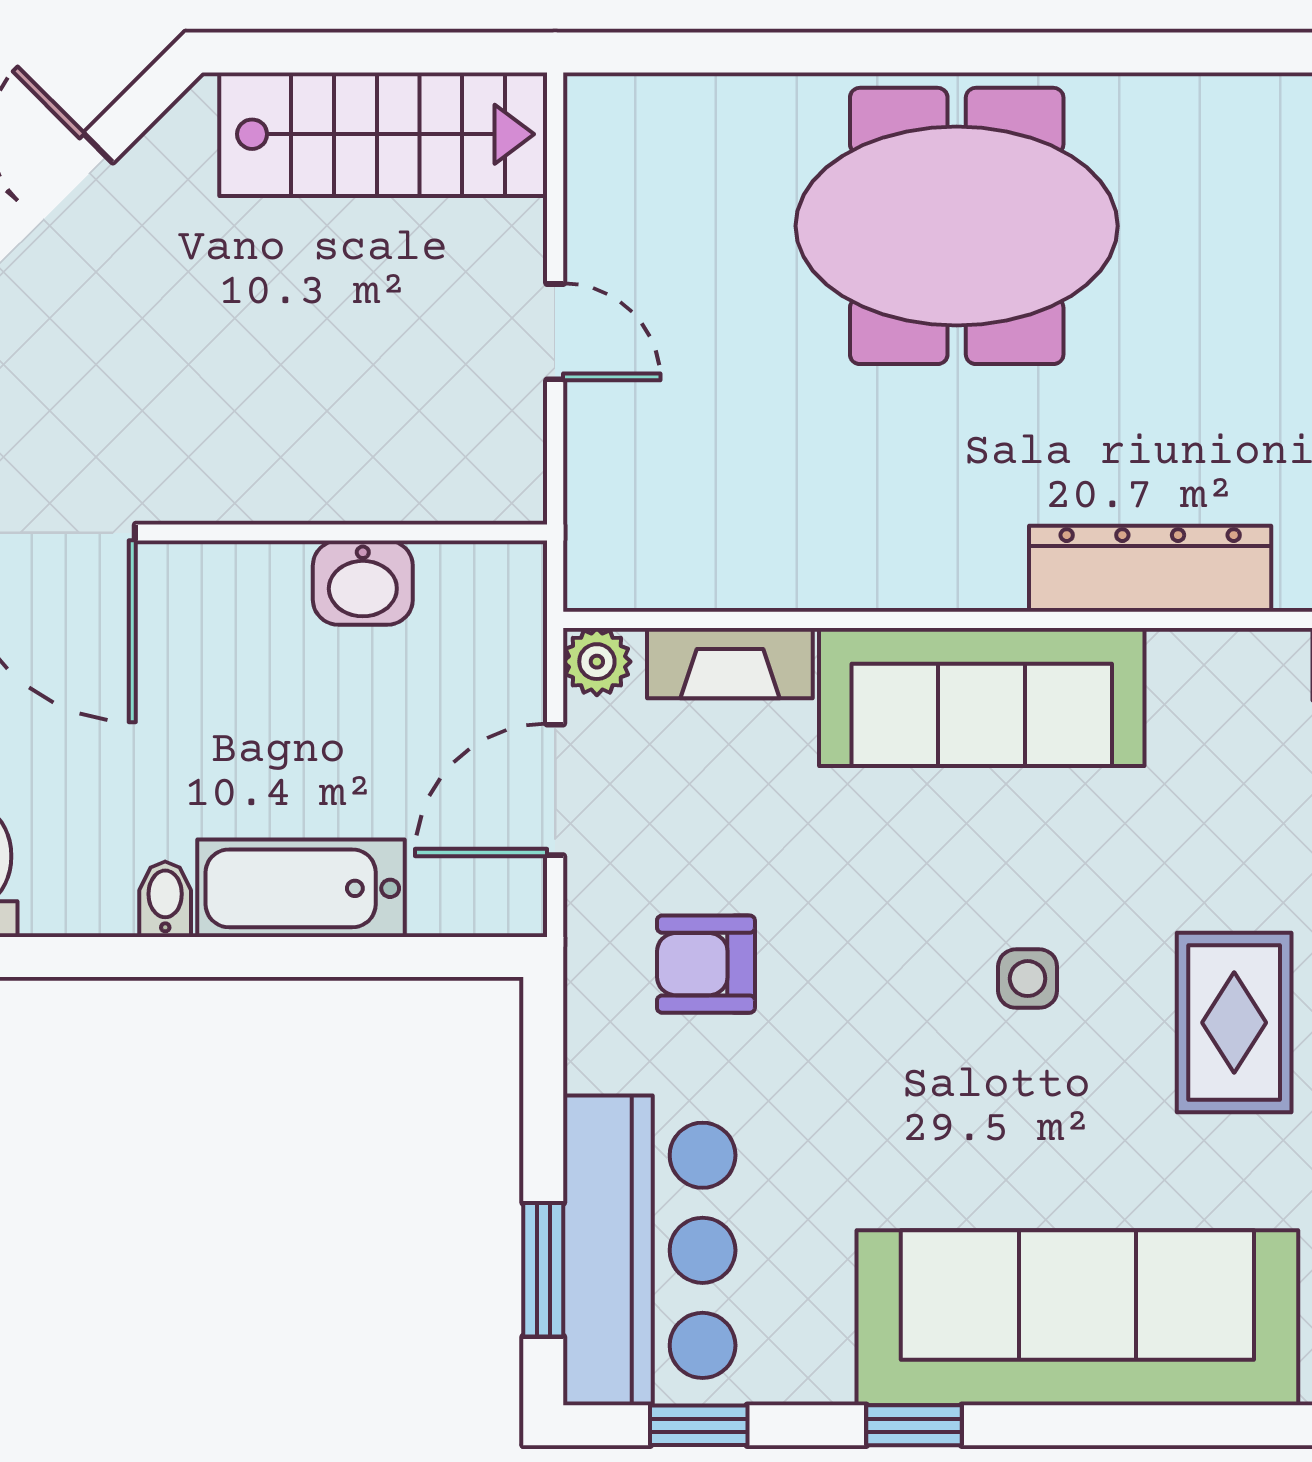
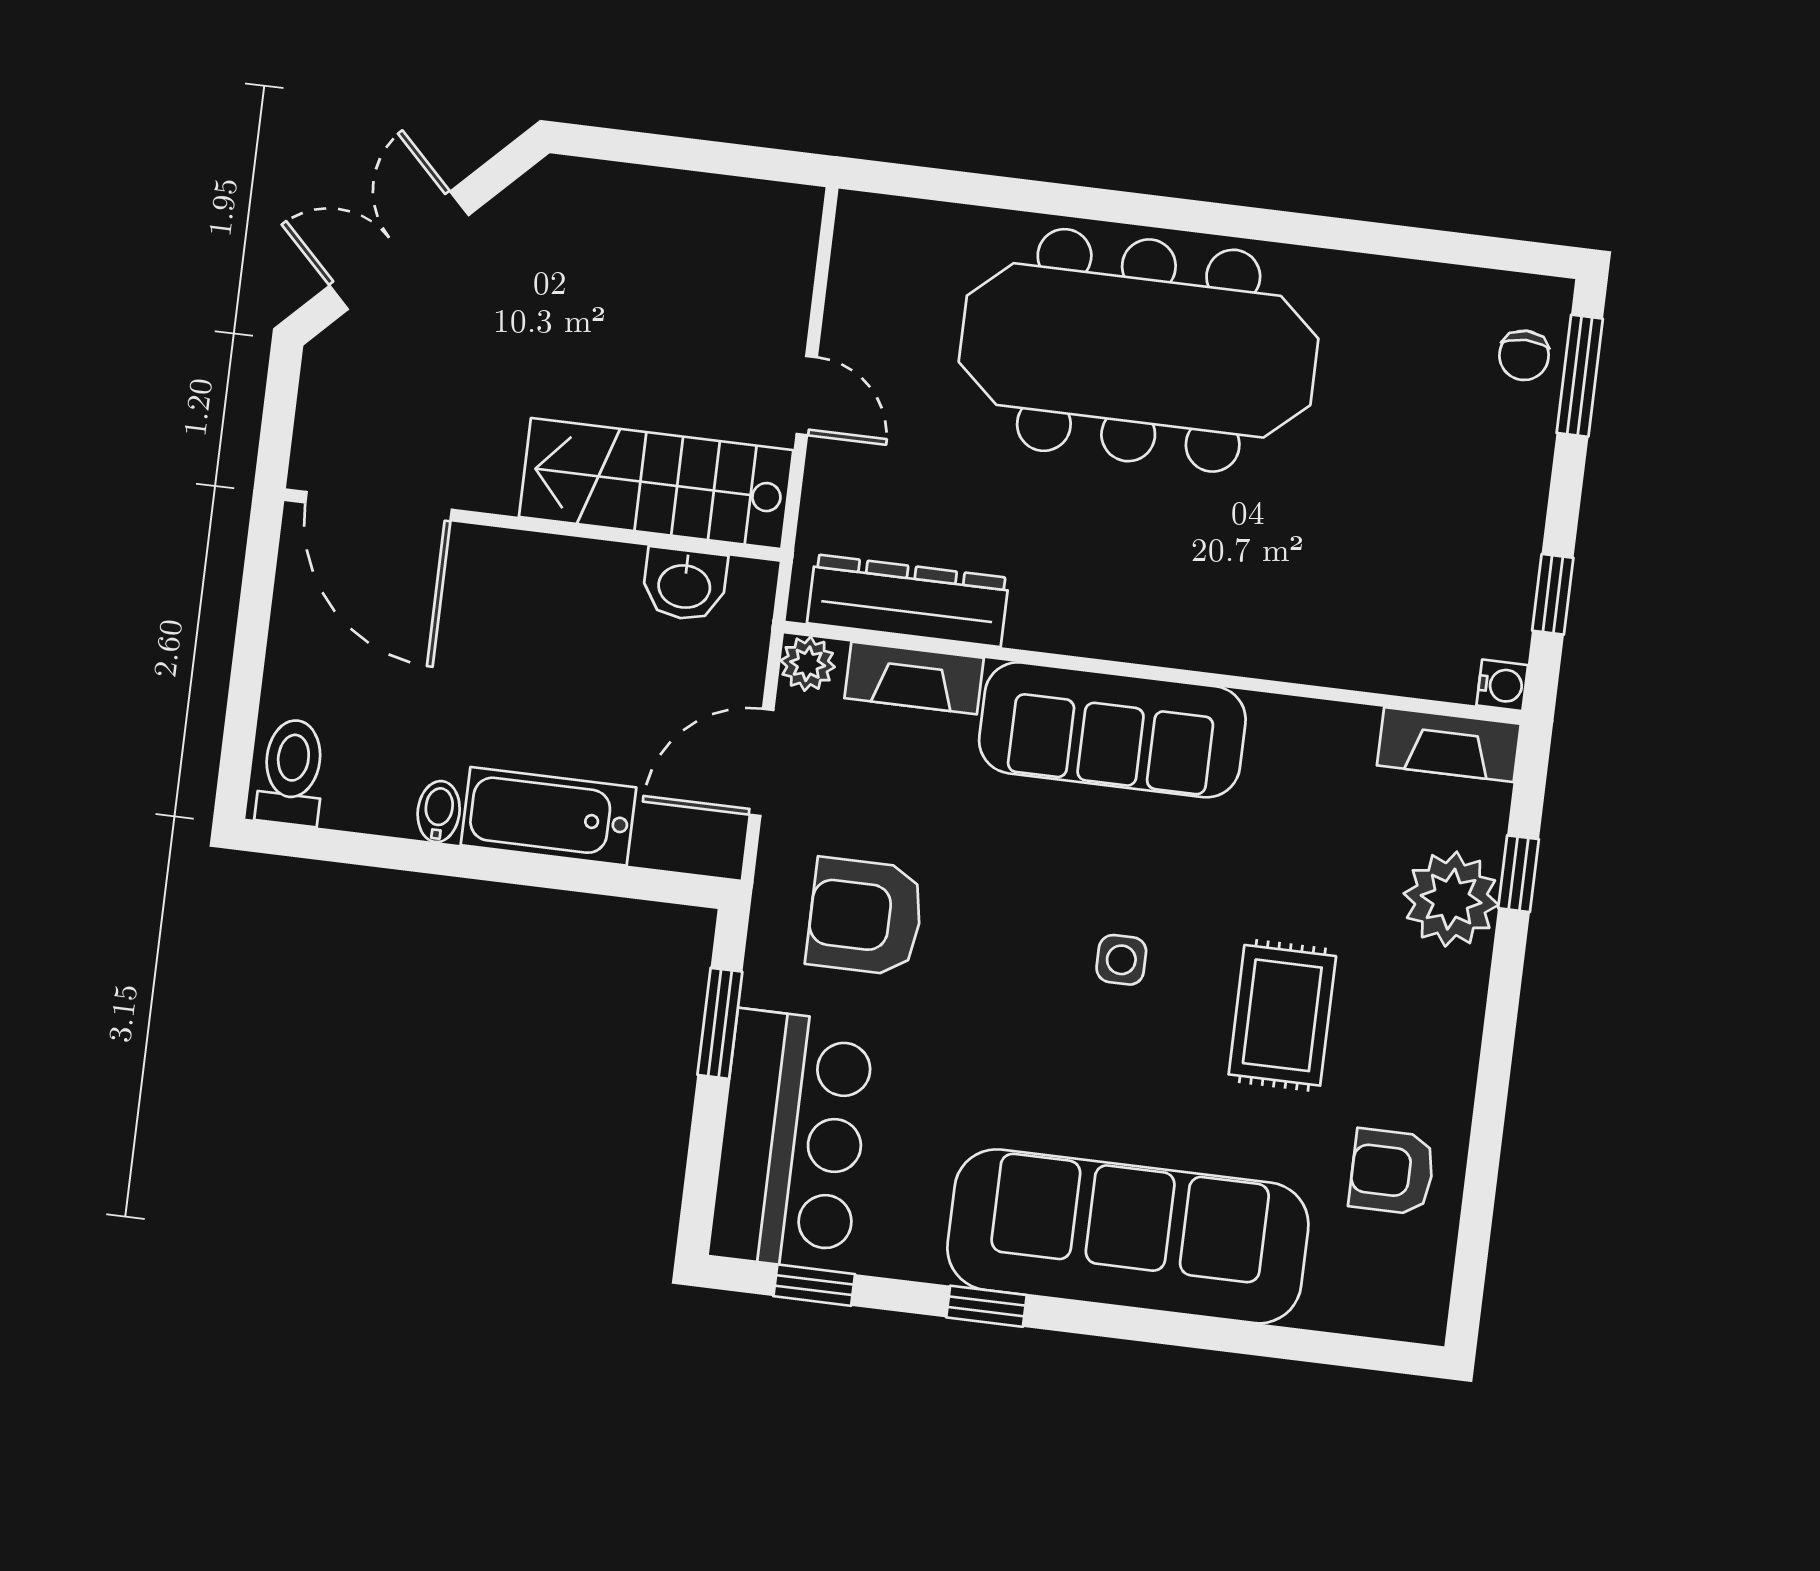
stairs: (383, 134) -> (656, 484), moved, turned 180
meeting table: (957, 226) -> (1139, 350), width x1.36
dresser: (1150, 569) -> (908, 601), moved
washbasin: (363, 583) -> (684, 584), moved
armchair: (706, 964) -> (865, 917), width x1.38, depth x1.38
window: (543, 1270) -> (720, 1023), moved

